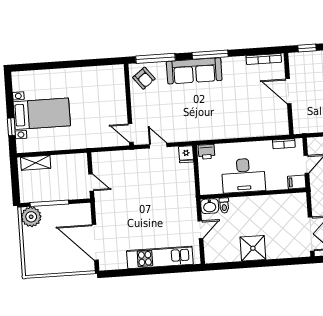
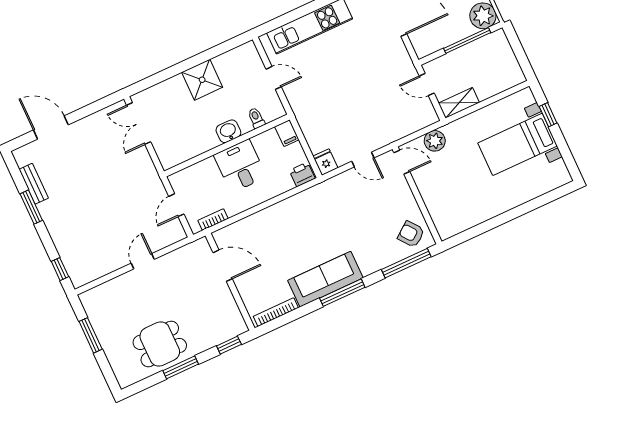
sofa: (194, 71) -> (325, 279), moved
door: (288, 91) -> (223, 266), moved
plant: (101, 139) -> (435, 141), added
shelving: (36, 163) -> (459, 103), moved
desk: (243, 175) -> (240, 166), width x0.73
filing cabinet: (297, 182) -> (287, 133), moved, turned 90
washbasin: (210, 206) -> (228, 131), moved
door: (200, 230) -> (274, 78), swing flipped

